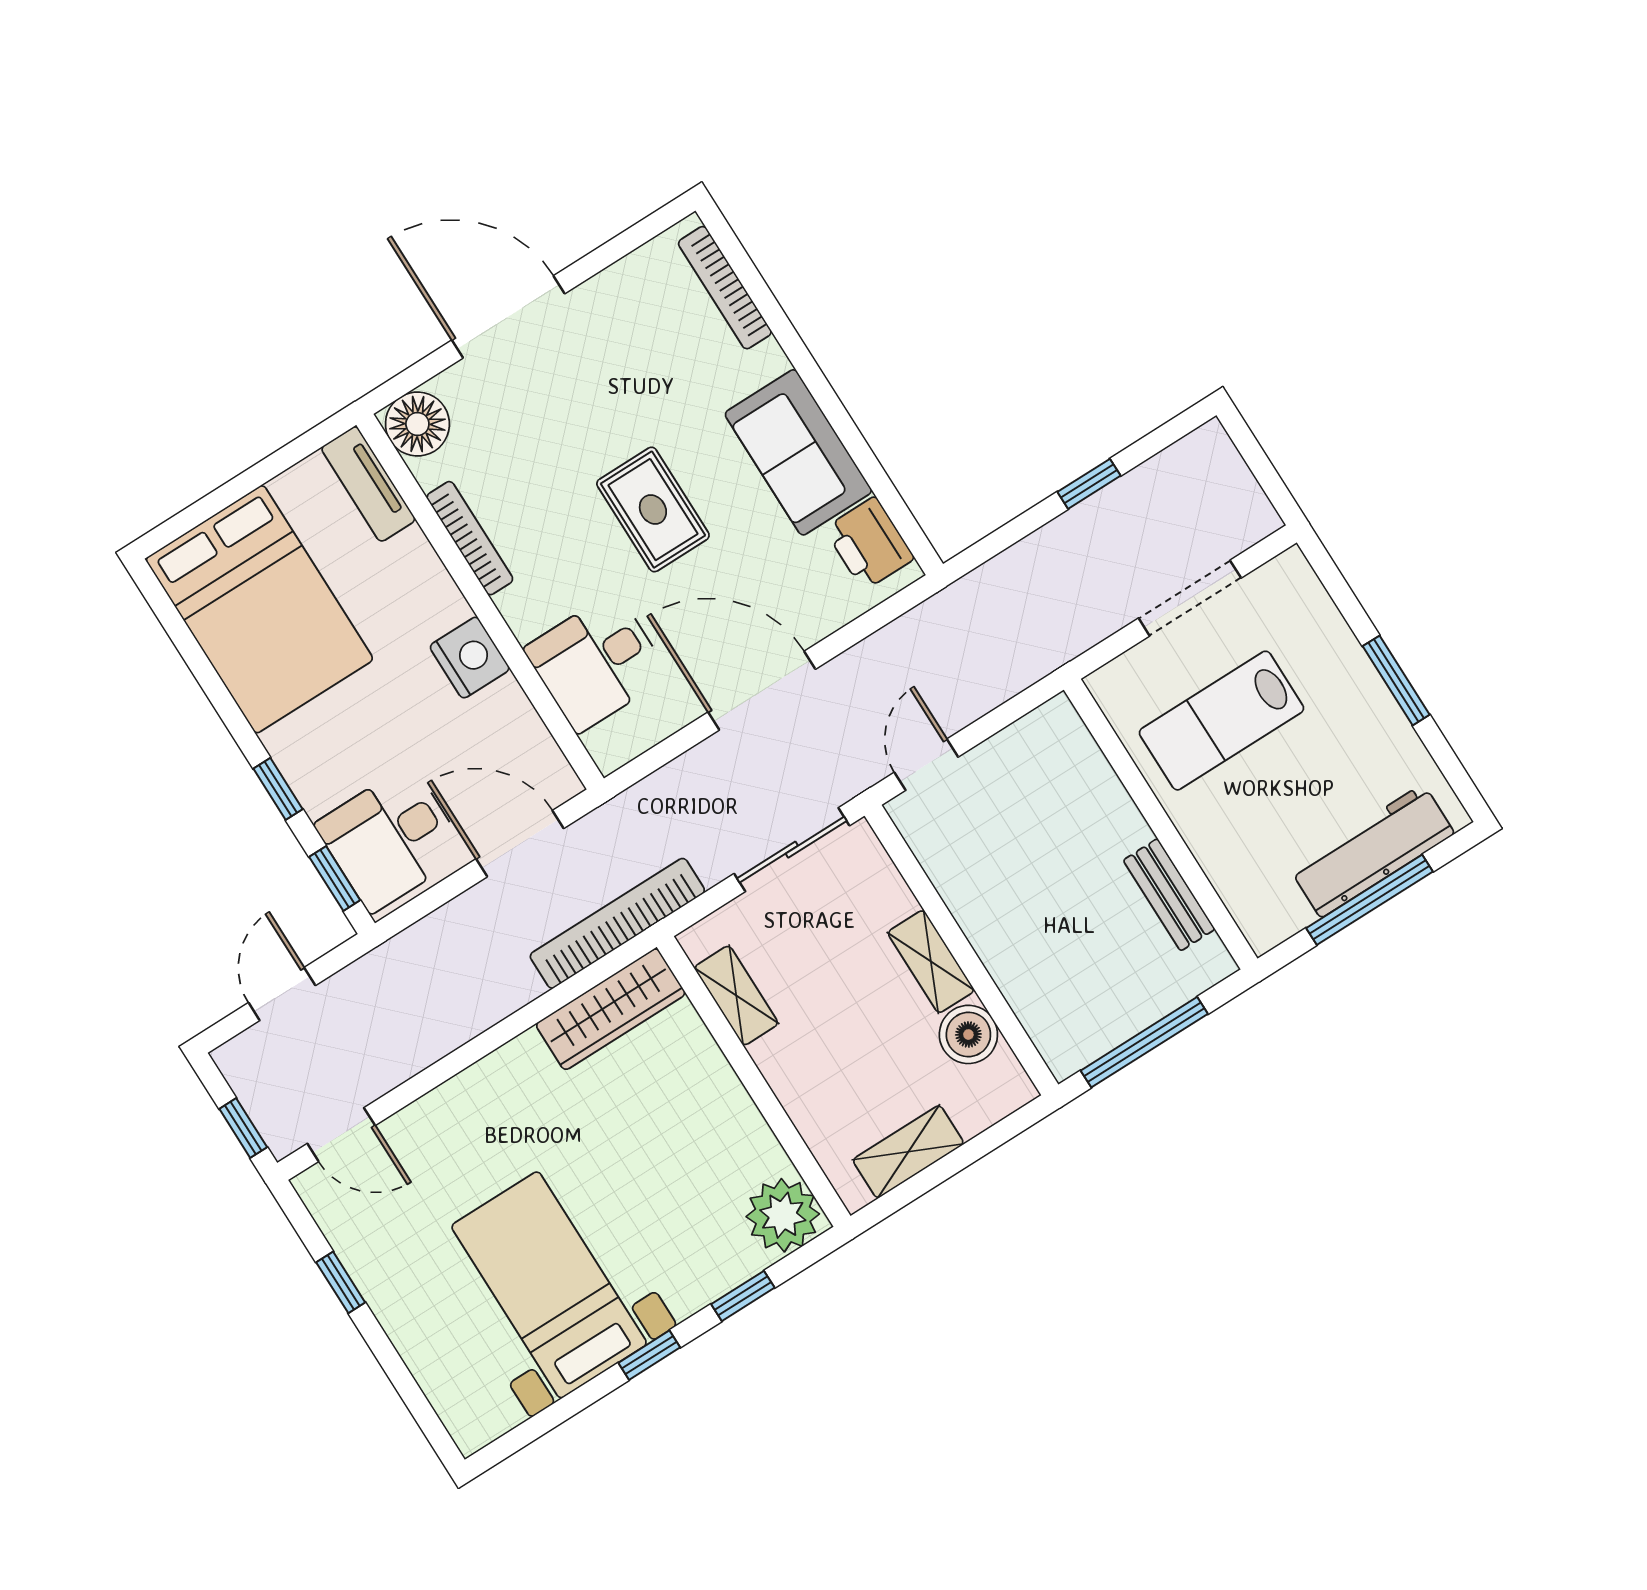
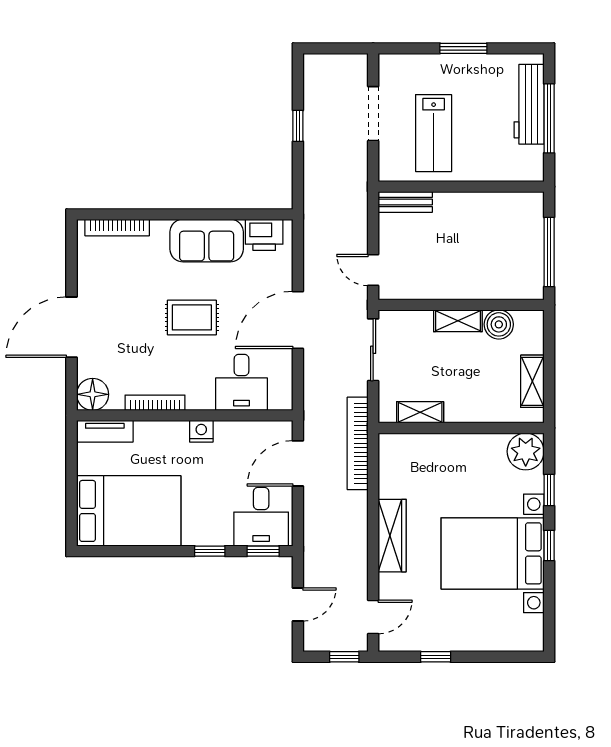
nightstand: (470, 658) -> (201, 431), width x0.74, depth x0.75
bench: (1169, 895) -> (405, 202), moved
door: (282, 994) -> (298, 604), swing flipped
wardrobe: (611, 1009) -> (392, 536), moved
bed with nightstands: (549, 1285) -> (493, 553), width x1.36

